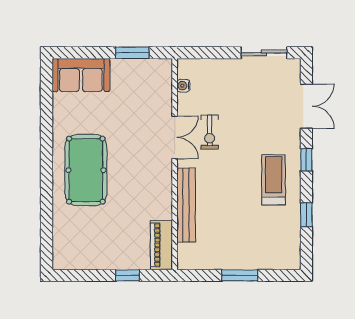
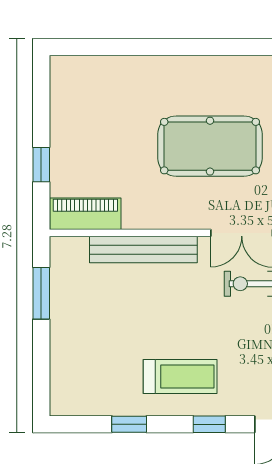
pool table: (86, 170) -> (210, 146), moved
window: (240, 275) -> (41, 293), moved

